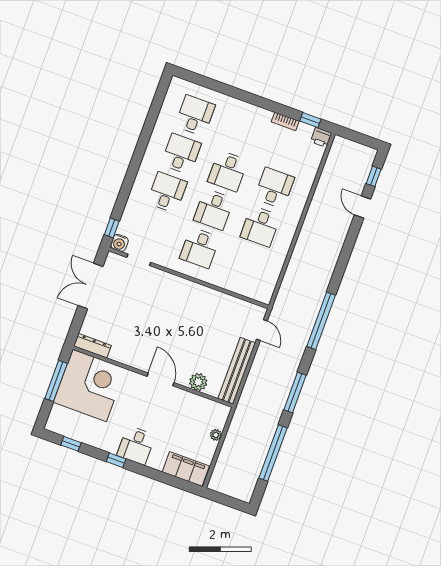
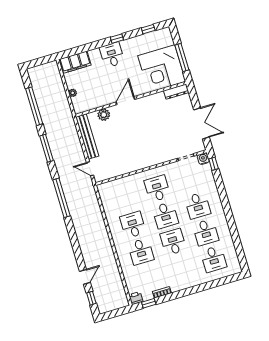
door: (363, 207) -> (85, 277), hinge flipped
desk: (214, 209) -> (165, 215), turned 180
door: (160, 379) -> (125, 101), swing flipped

